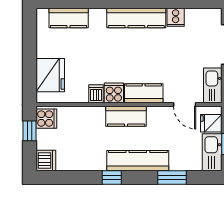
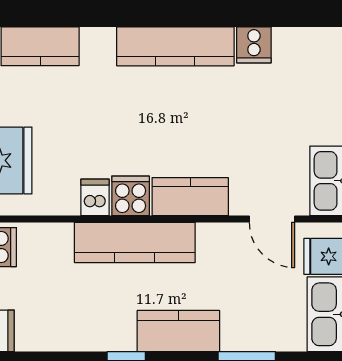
kitchen counter: (126, 116) -> (135, 242), width x1.50
kitchen counter: (138, 161) -> (178, 331), width x0.67

